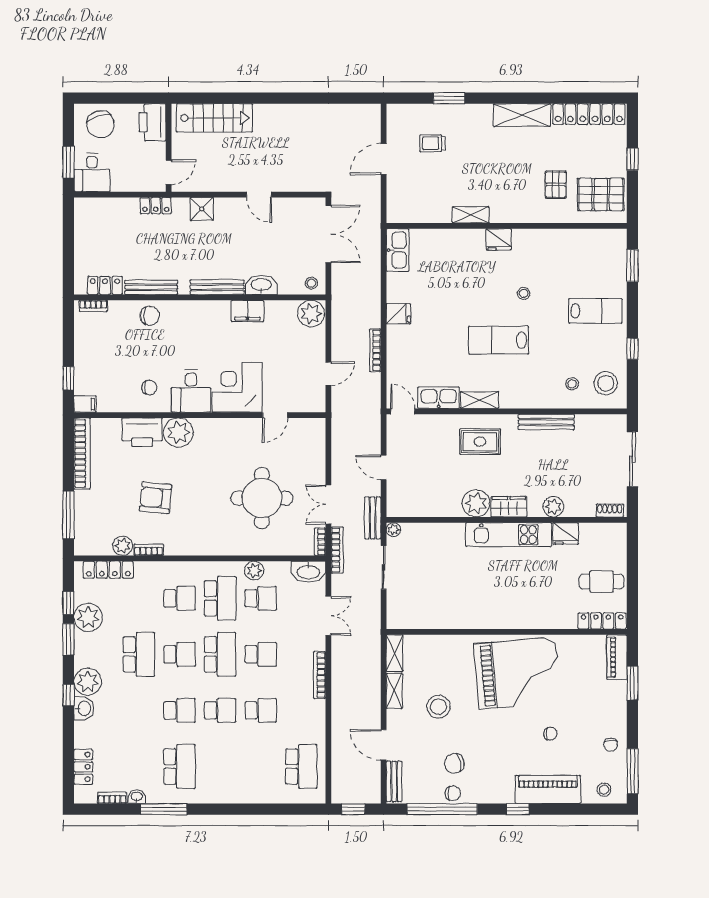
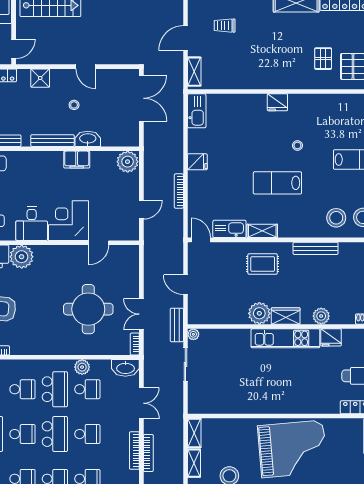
shelving: (471, 215) -> (194, 72), moved, turned 90
stool: (311, 283) -> (74, 105), moved
stool: (572, 384) -> (336, 218), width x1.89, depth x1.89
bookcase: (337, 550) -> (148, 453), moved

